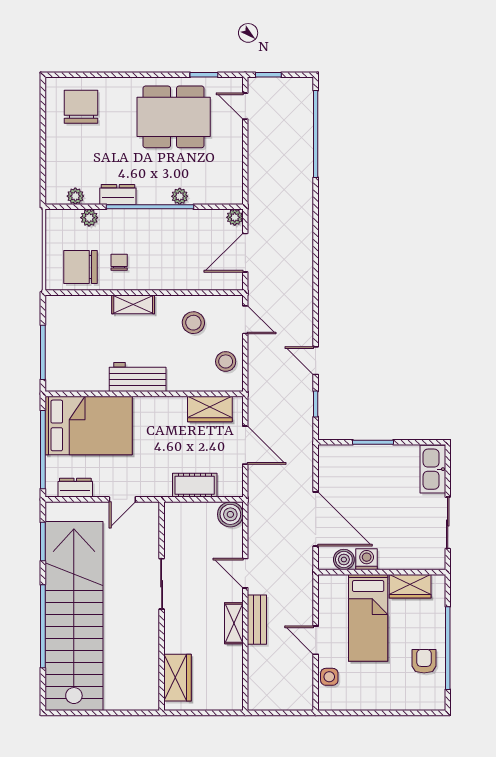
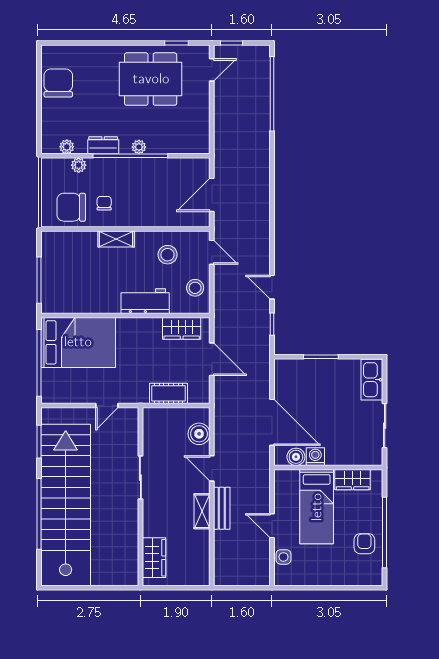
door: (245, 106) -> (212, 70), swing flipped
chair: (81, 107) -> (58, 83), moved
plant: (180, 196) -> (139, 147), moved
plant: (235, 217) -> (203, 165), removed
workbench: (138, 377) -> (145, 301), moved
dresser: (75, 488) -> (67, 395), removed
boiler: (230, 514) -> (199, 434), moved

